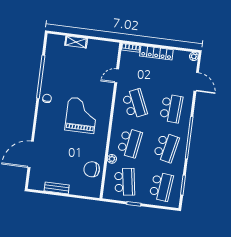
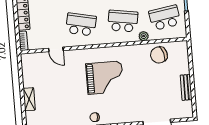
school desk: (135, 104) -> (81, 24), turned 36
grand piano: (81, 115) -> (105, 78), turned 180
chair: (92, 169) -> (159, 55), turned 74

